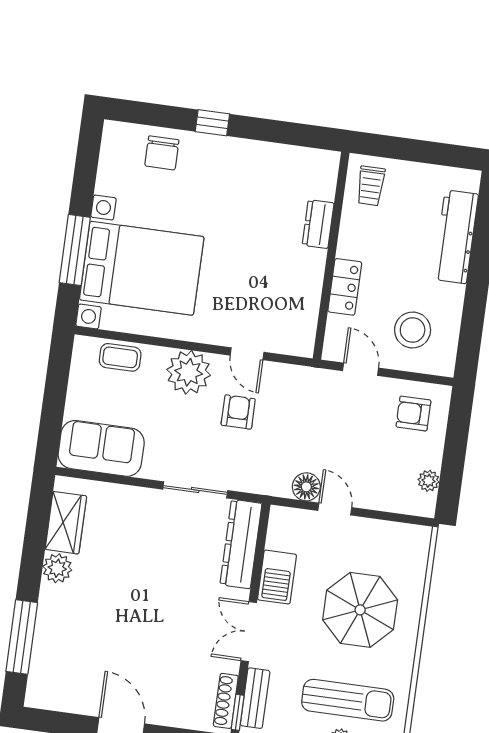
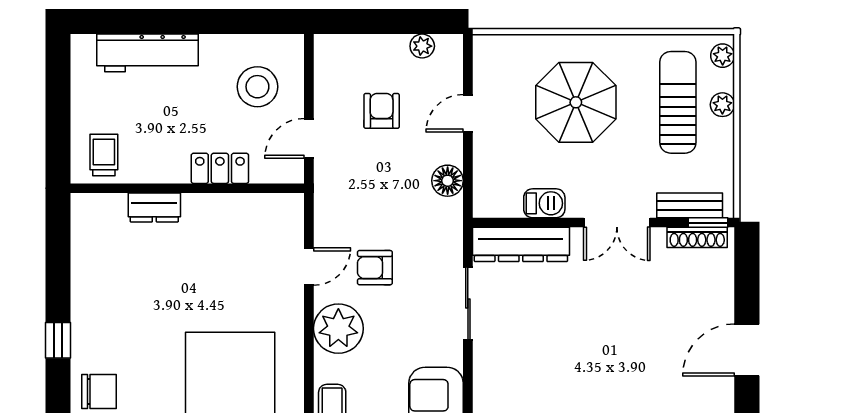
trolley: (371, 186) -> (104, 155), turned -90
armchair: (413, 413) -> (382, 111), moved, turned 180
door: (335, 509) -> (468, 113), moved
barbecue: (277, 577) -> (544, 203), width x0.73, depth x0.79

